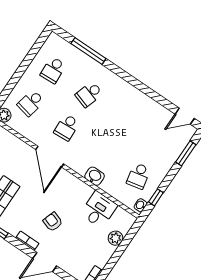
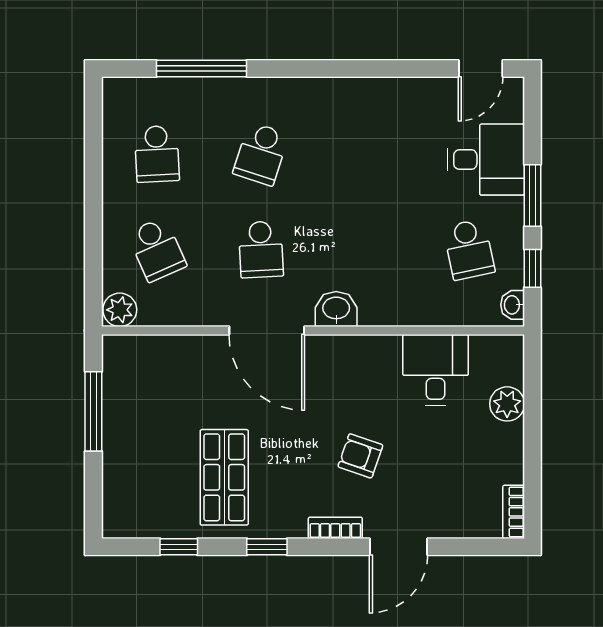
school desk: (31, 103) -> (157, 249), turned -36
desk: (165, 149) -> (486, 160), added
window: (186, 153) -> (533, 195), moved
washbasin: (95, 176) -> (336, 309), moved

